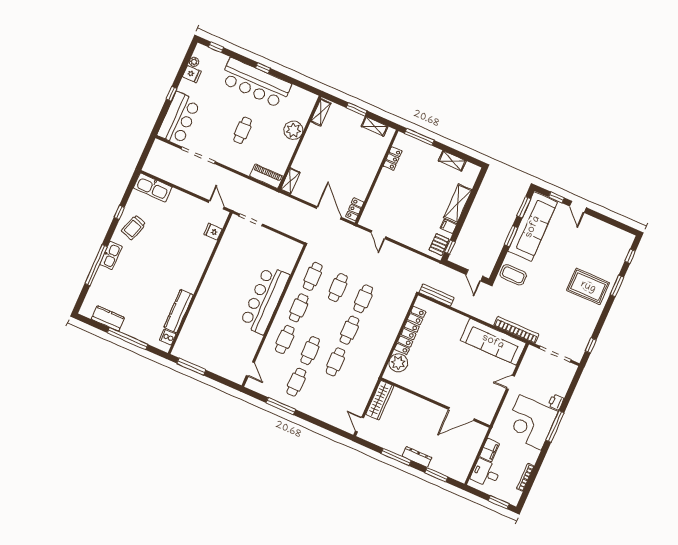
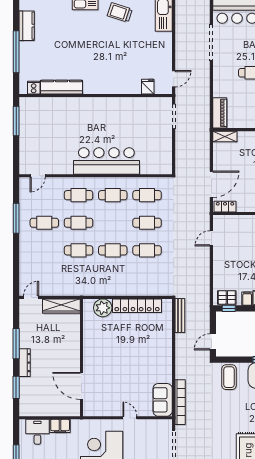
sofa: (493, 342) -> (163, 400), width x0.54, depth x0.79

